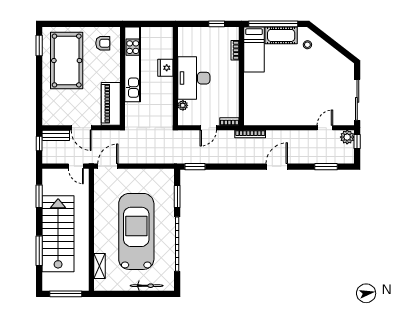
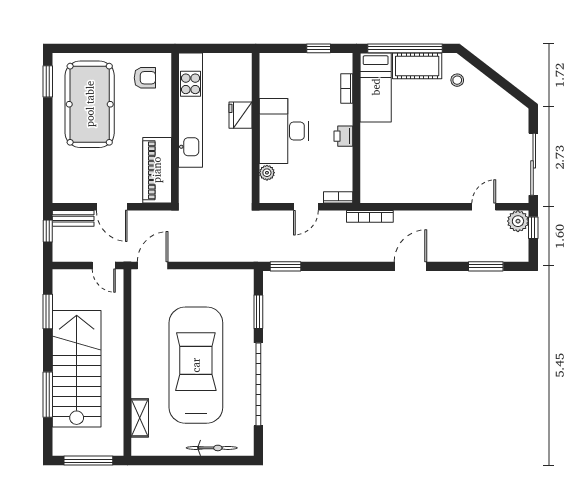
printer: (233, 81) -> (343, 136), added

